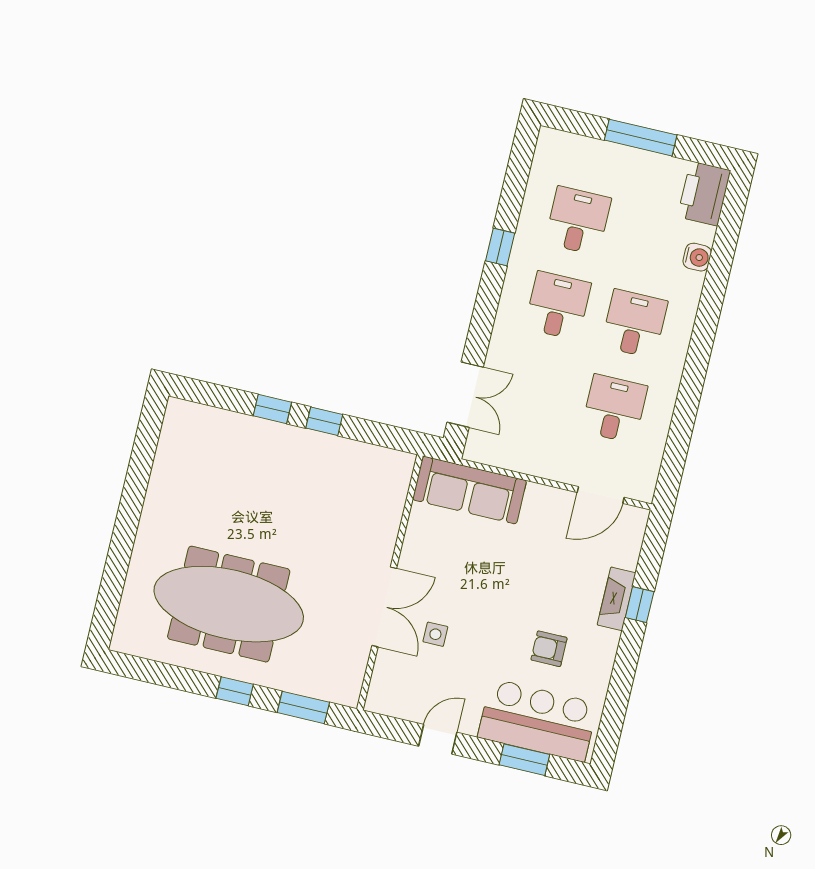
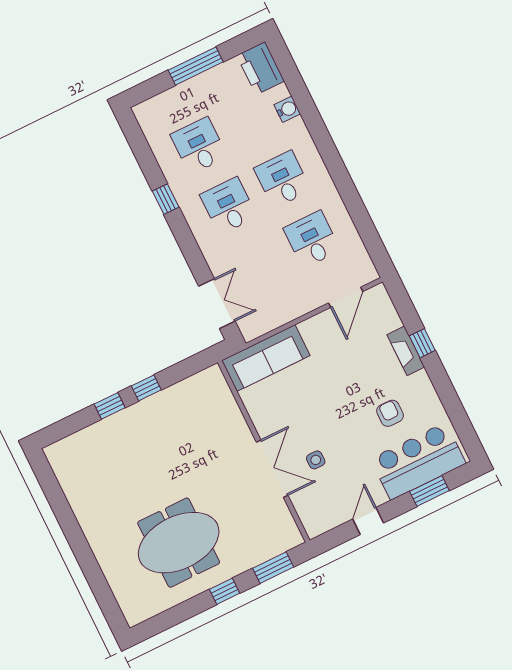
meeting table: (229, 604) -> (179, 543), width x0.73
armchair: (549, 649) -> (390, 413), turned 90

